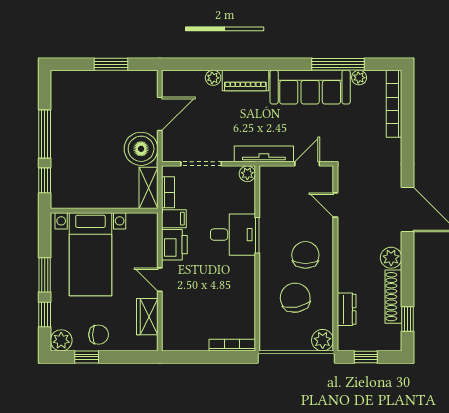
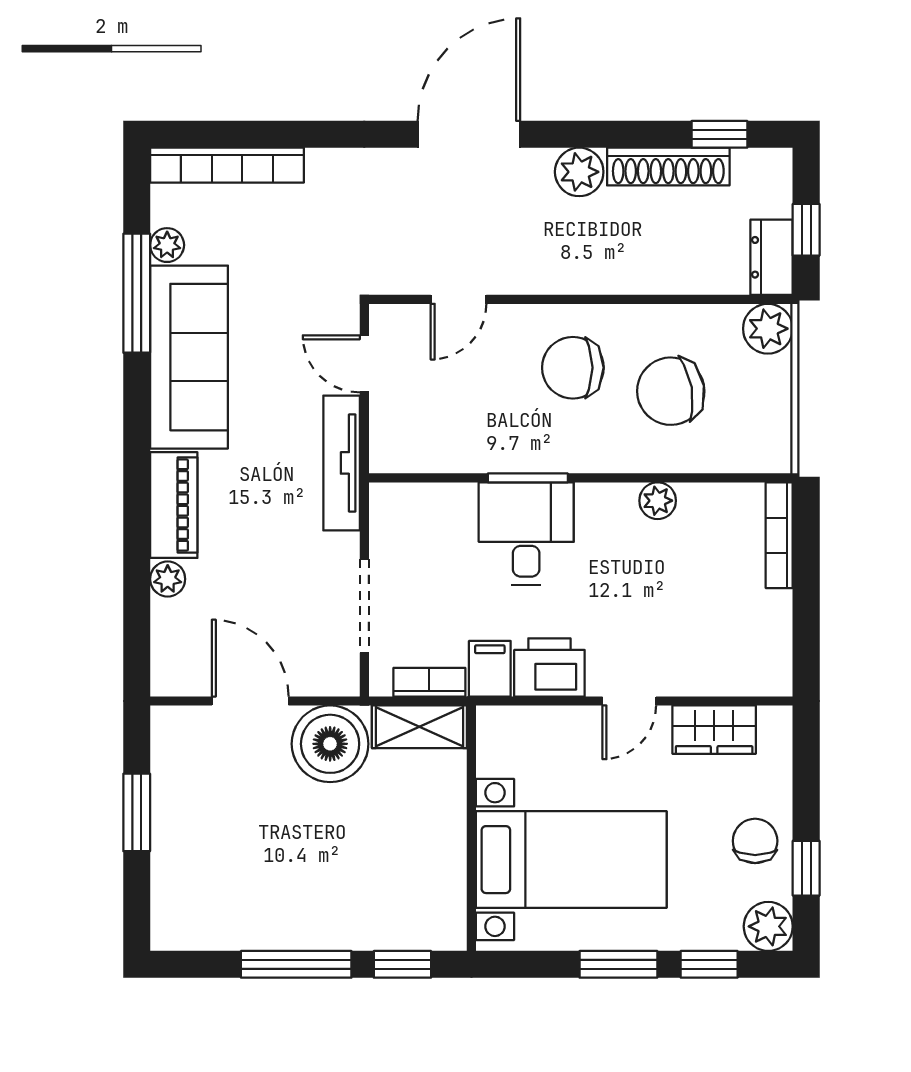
plant: (247, 174) -> (658, 501), moved
dresser: (347, 309) -> (772, 257), moved, turned -90

